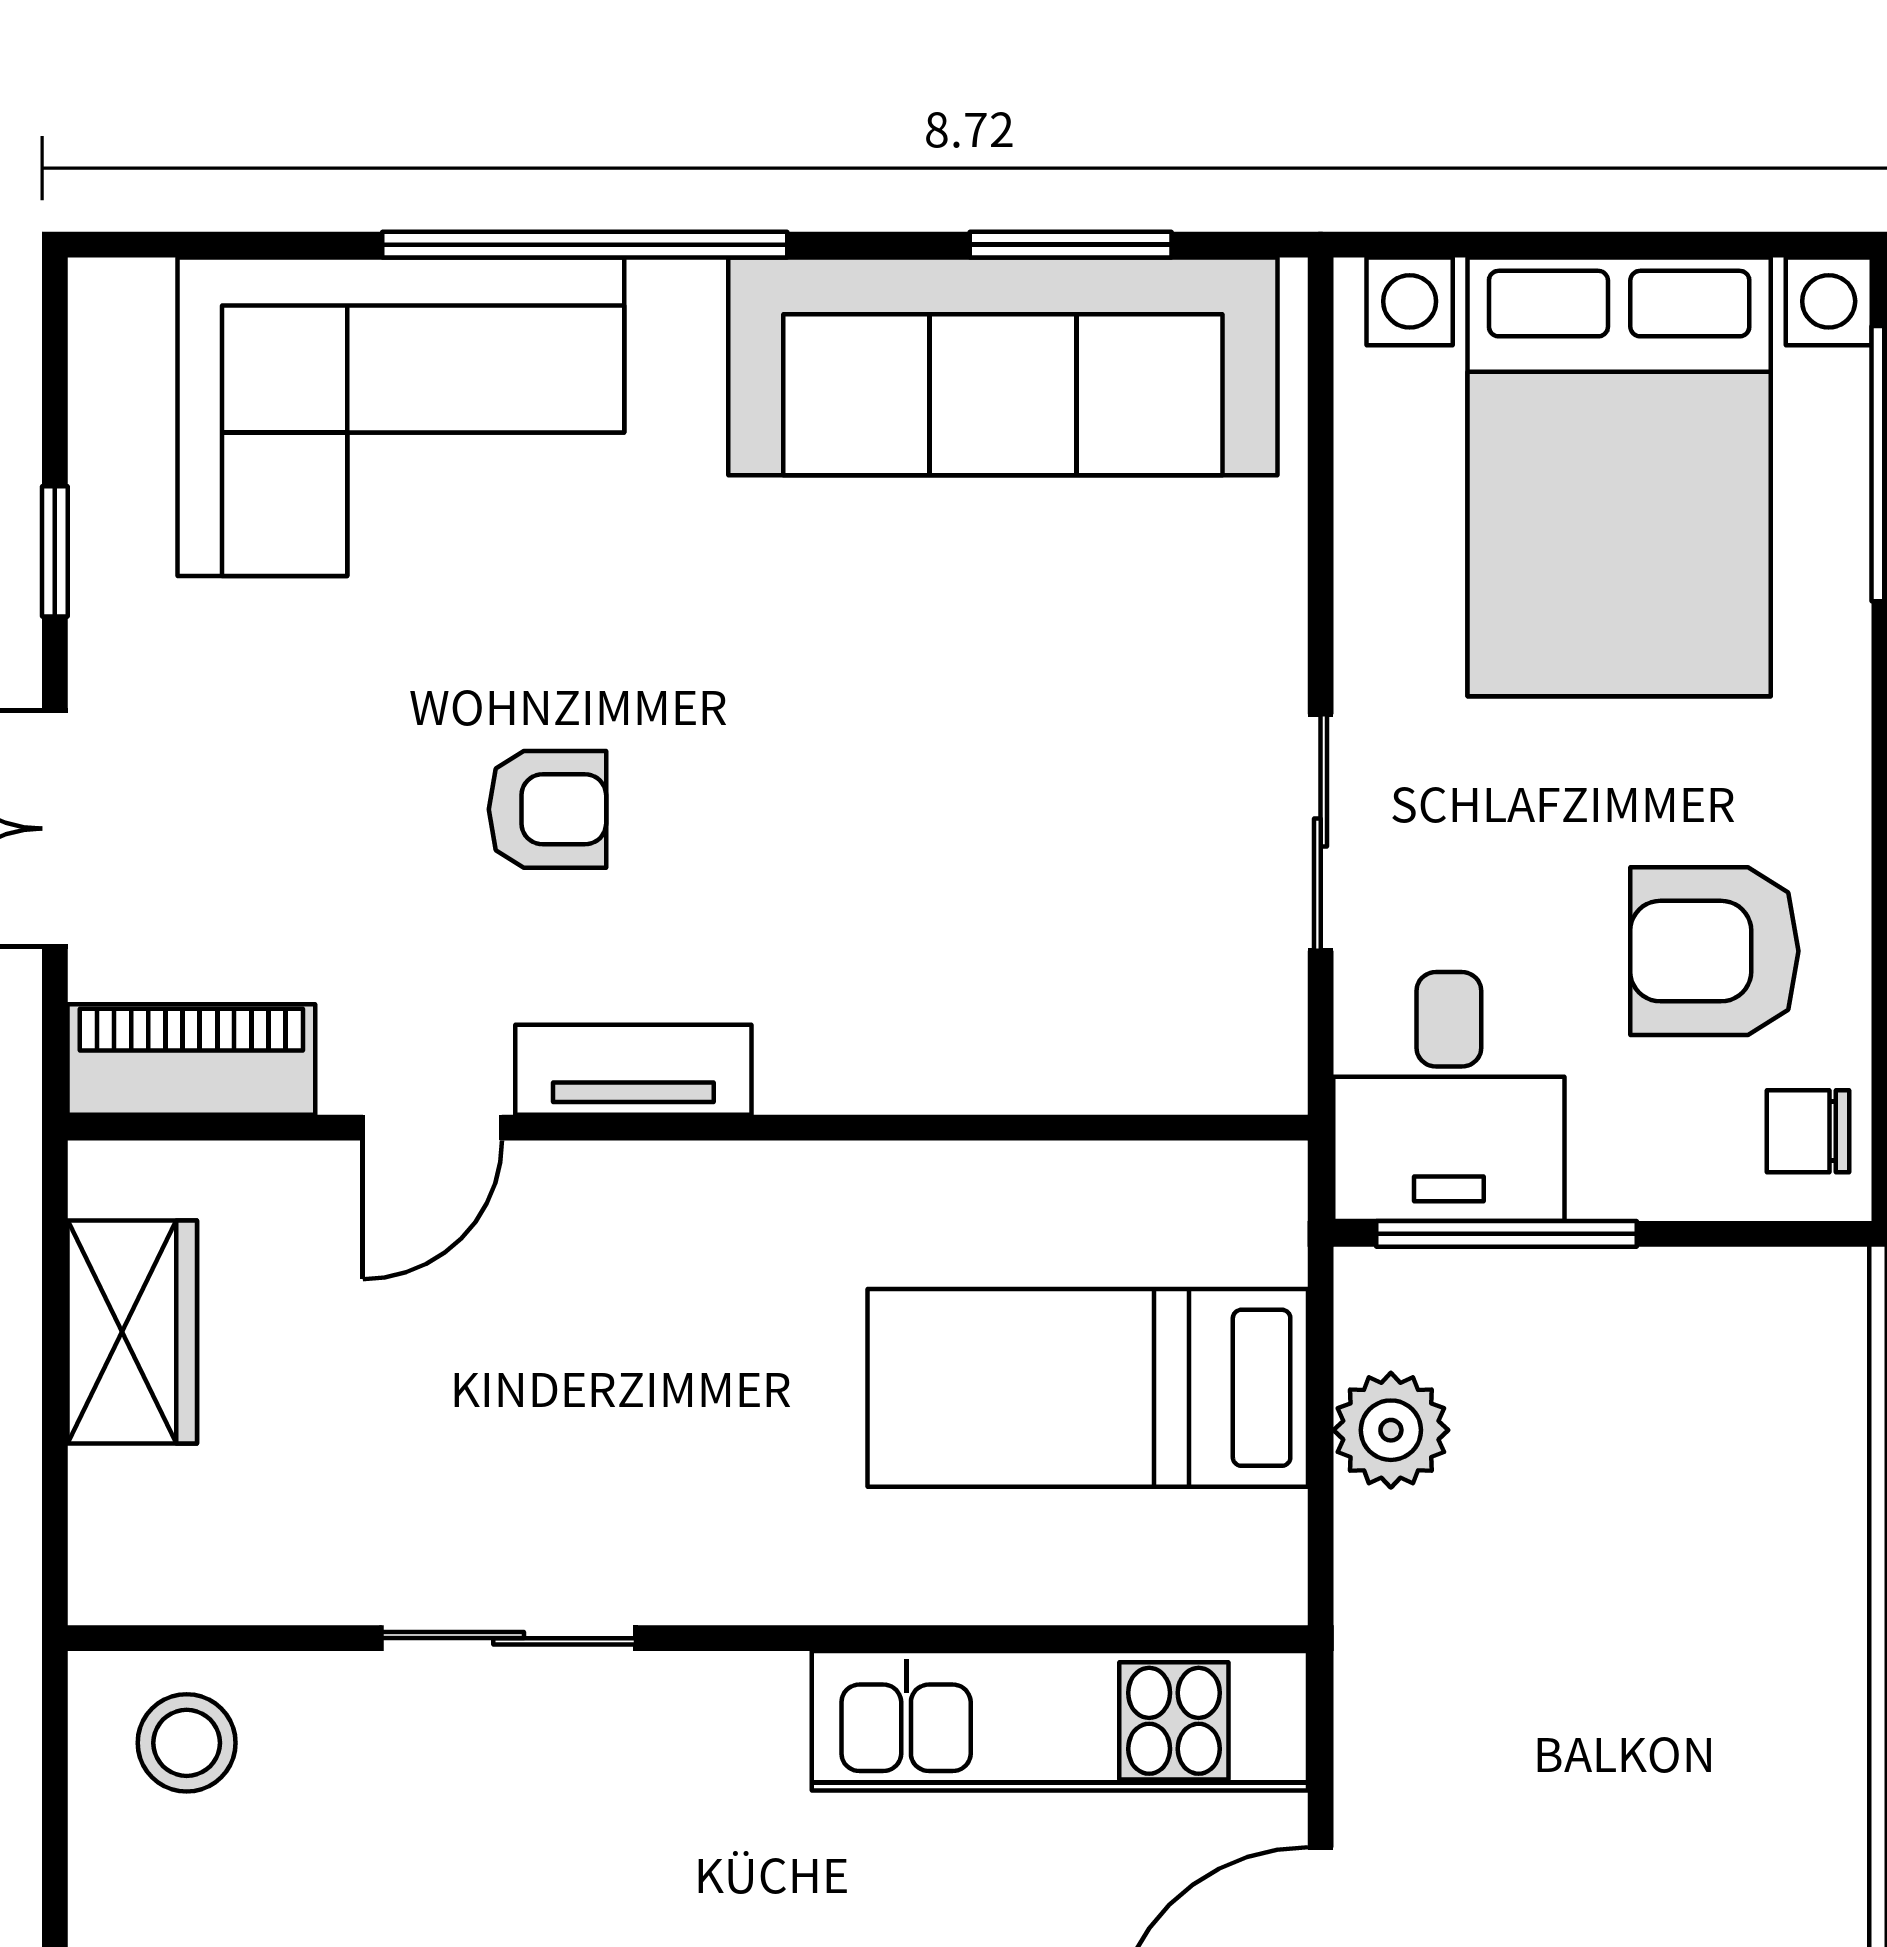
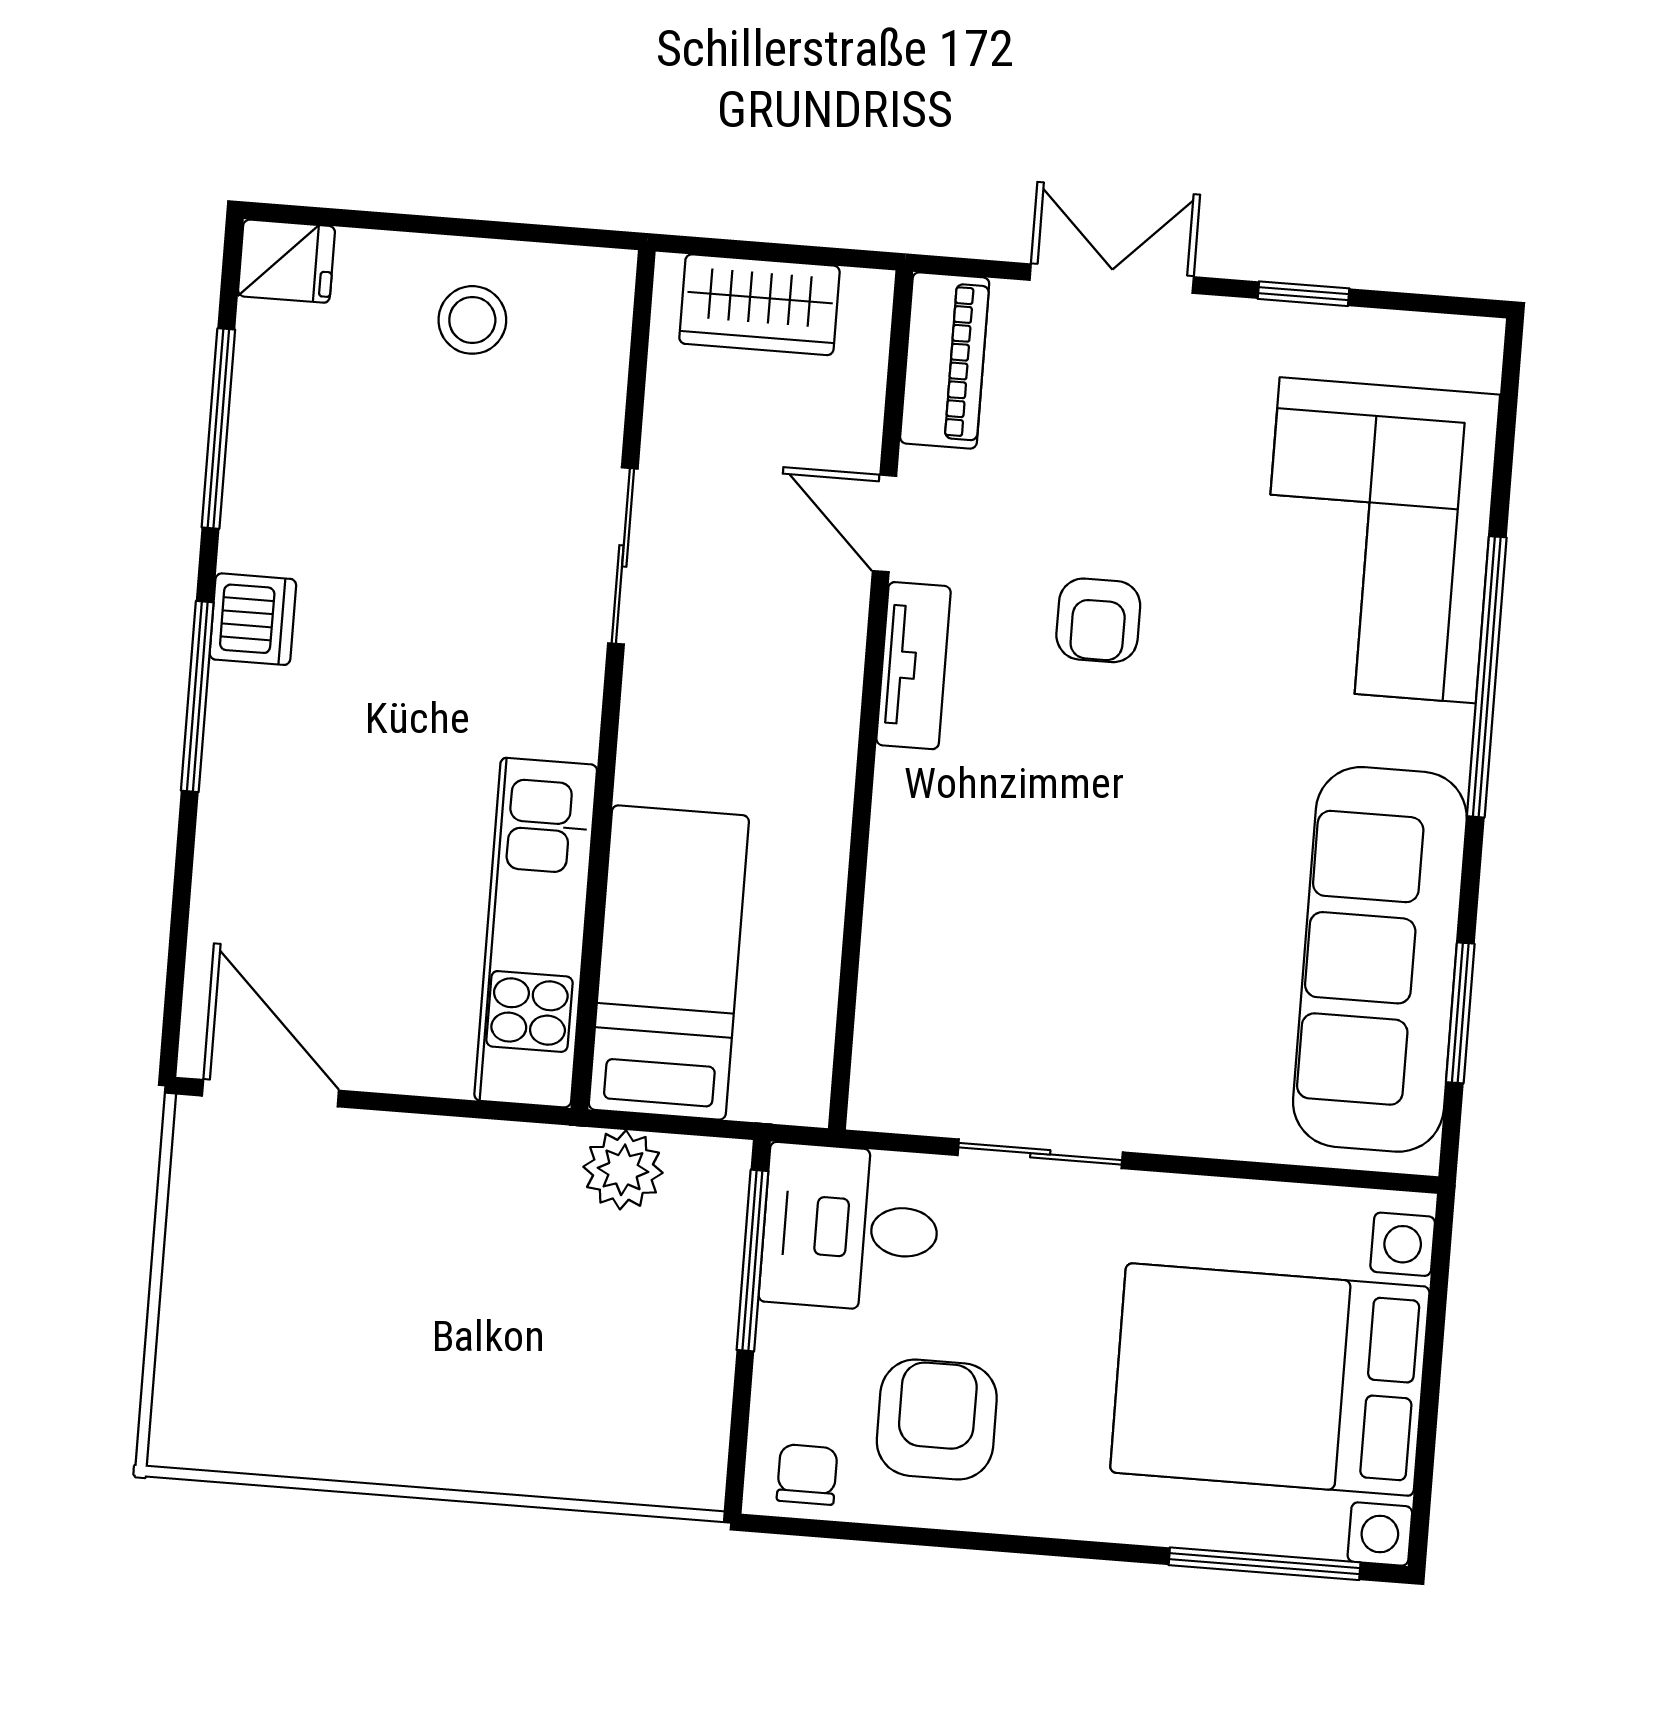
sliding door: (509, 1638) -> (623, 556), moved
wall: (688, 1638) -> (613, 680), moved
kitchen unit: (1060, 1721) -> (536, 933), moved

